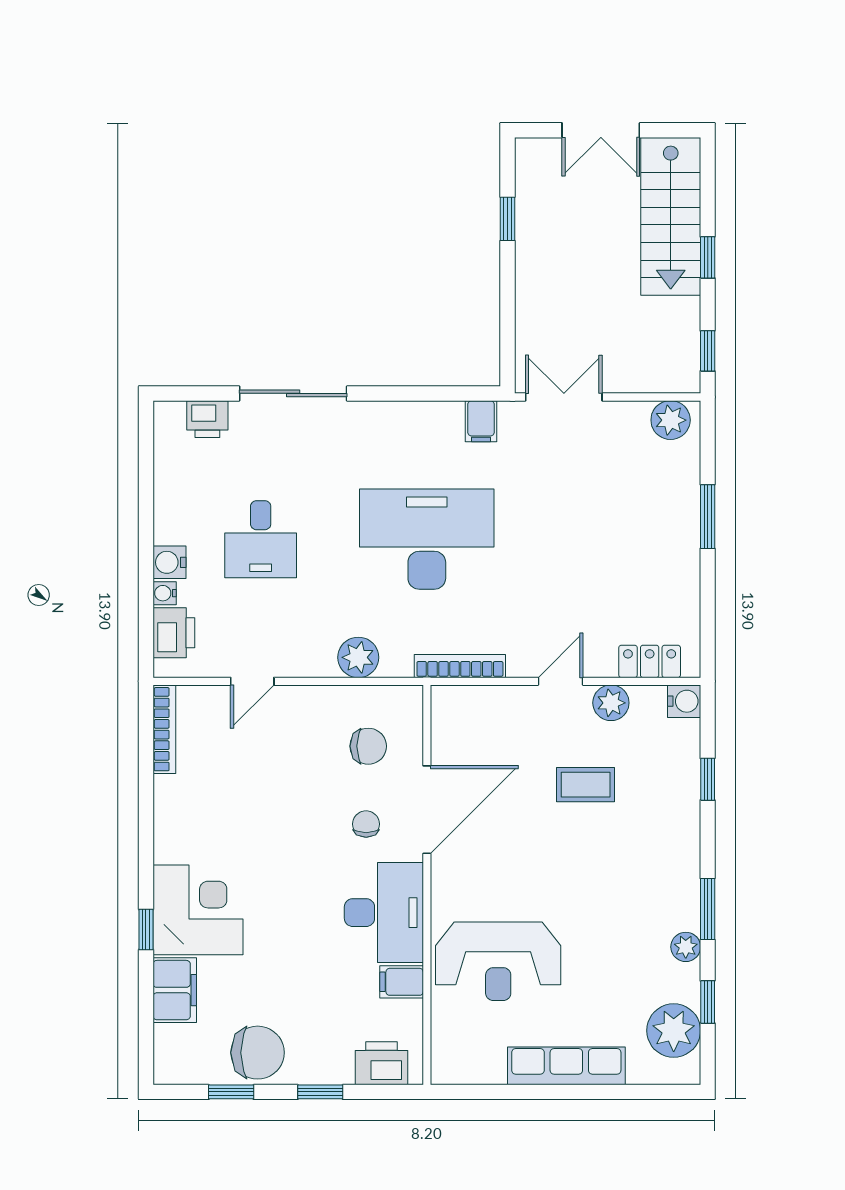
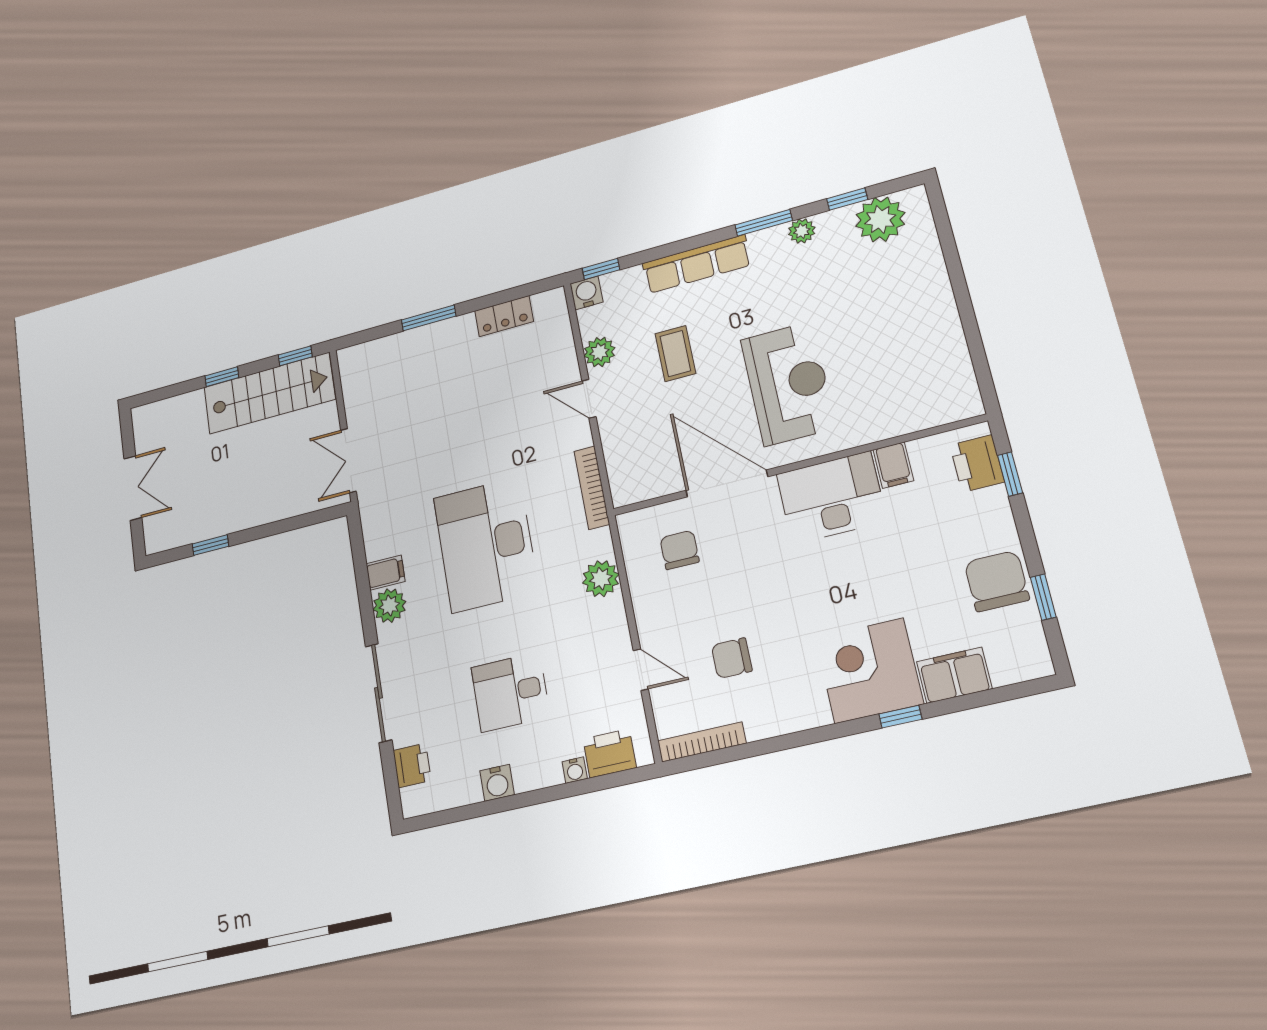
stairs: (671, 216) -> (269, 393), moved
plant: (671, 420) -> (389, 606), moved
filing cabinet: (481, 421) -> (386, 573), moved
desk: (261, 539) -> (511, 692), turned 180
water cooler: (169, 562) -> (497, 783), moved
locker: (650, 661) -> (504, 316), moved, turned -90
window: (708, 779) -> (601, 269), moved
chair: (366, 824) -> (732, 658), moved, width x1.37, depth x1.37
reception desk: (498, 961) -> (788, 383), moved
row of seats: (566, 1066) -> (697, 264), moved, turned -90
window: (320, 1092) -> (1010, 474), moved

